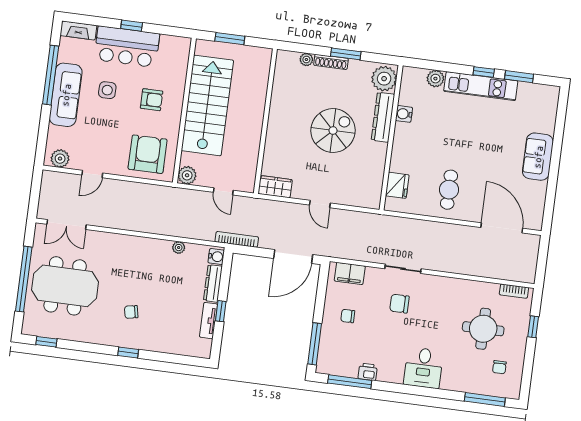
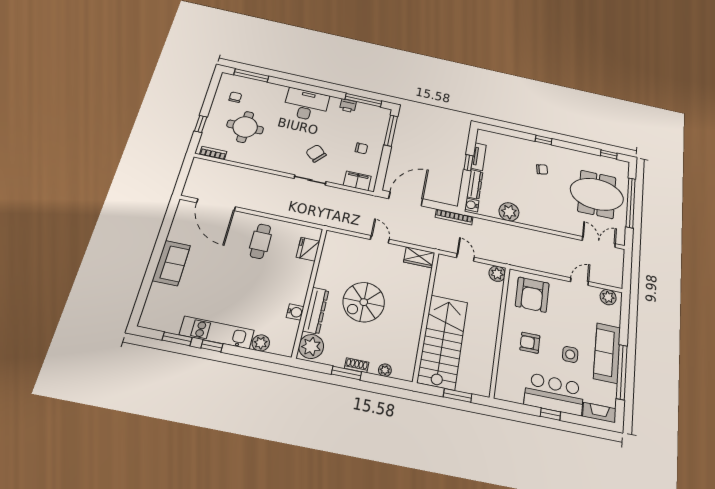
shoe rack: (331, 62) -> (357, 365), width x0.70
stairs: (207, 105) -> (443, 342), moved, turned 180
plant: (179, 248) -> (509, 212), width x1.88, depth x1.88
chair: (399, 304) -> (316, 153), turned -138
desk: (423, 368) -> (306, 105), width x1.37

